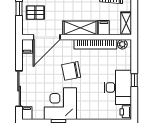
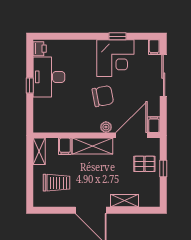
bookcase: (95, 44) -> (75, 127), removed
plant: (122, 44) -> (106, 127), moved

